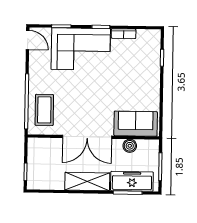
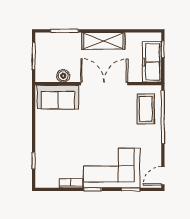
door: (28, 40) -> (163, 176), hinge flipped
freezer: (132, 181) -> (152, 62), moved, turned 90

